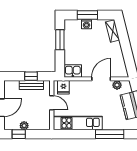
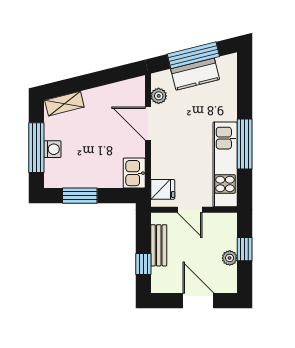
window: (87, 15) -> (36, 148), width x1.44
window: (31, 76) -> (143, 264), moved
door: (52, 103) -> (190, 210), swing flipped
window: (19, 134) -> (245, 249), moved
window: (110, 134) -> (245, 144), moved

